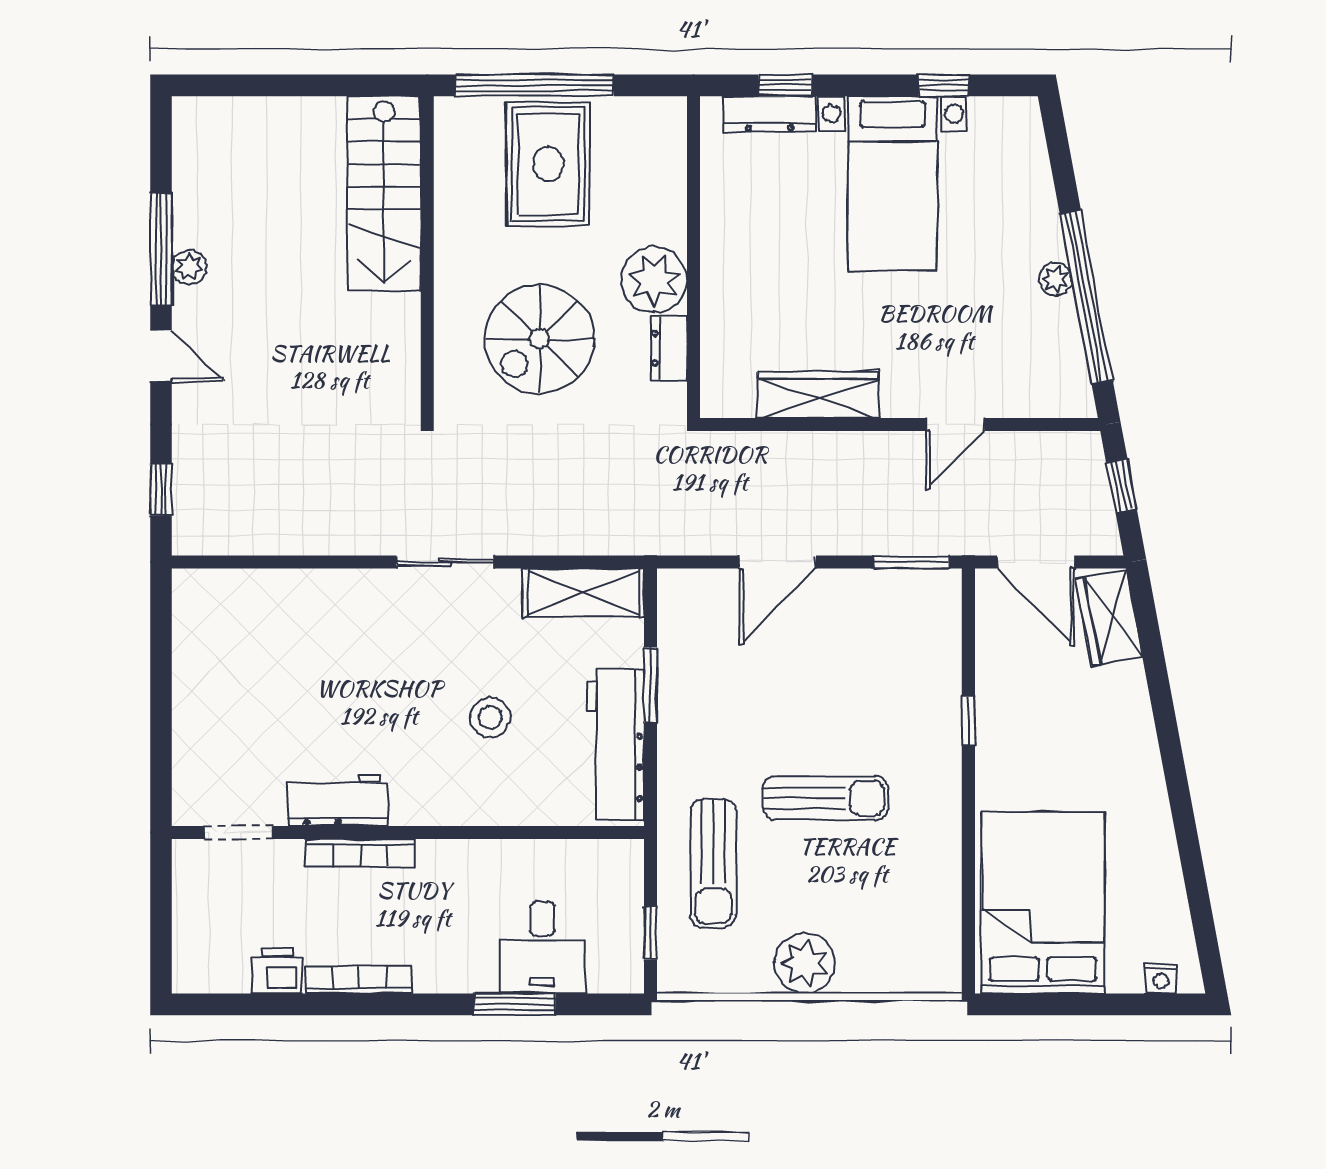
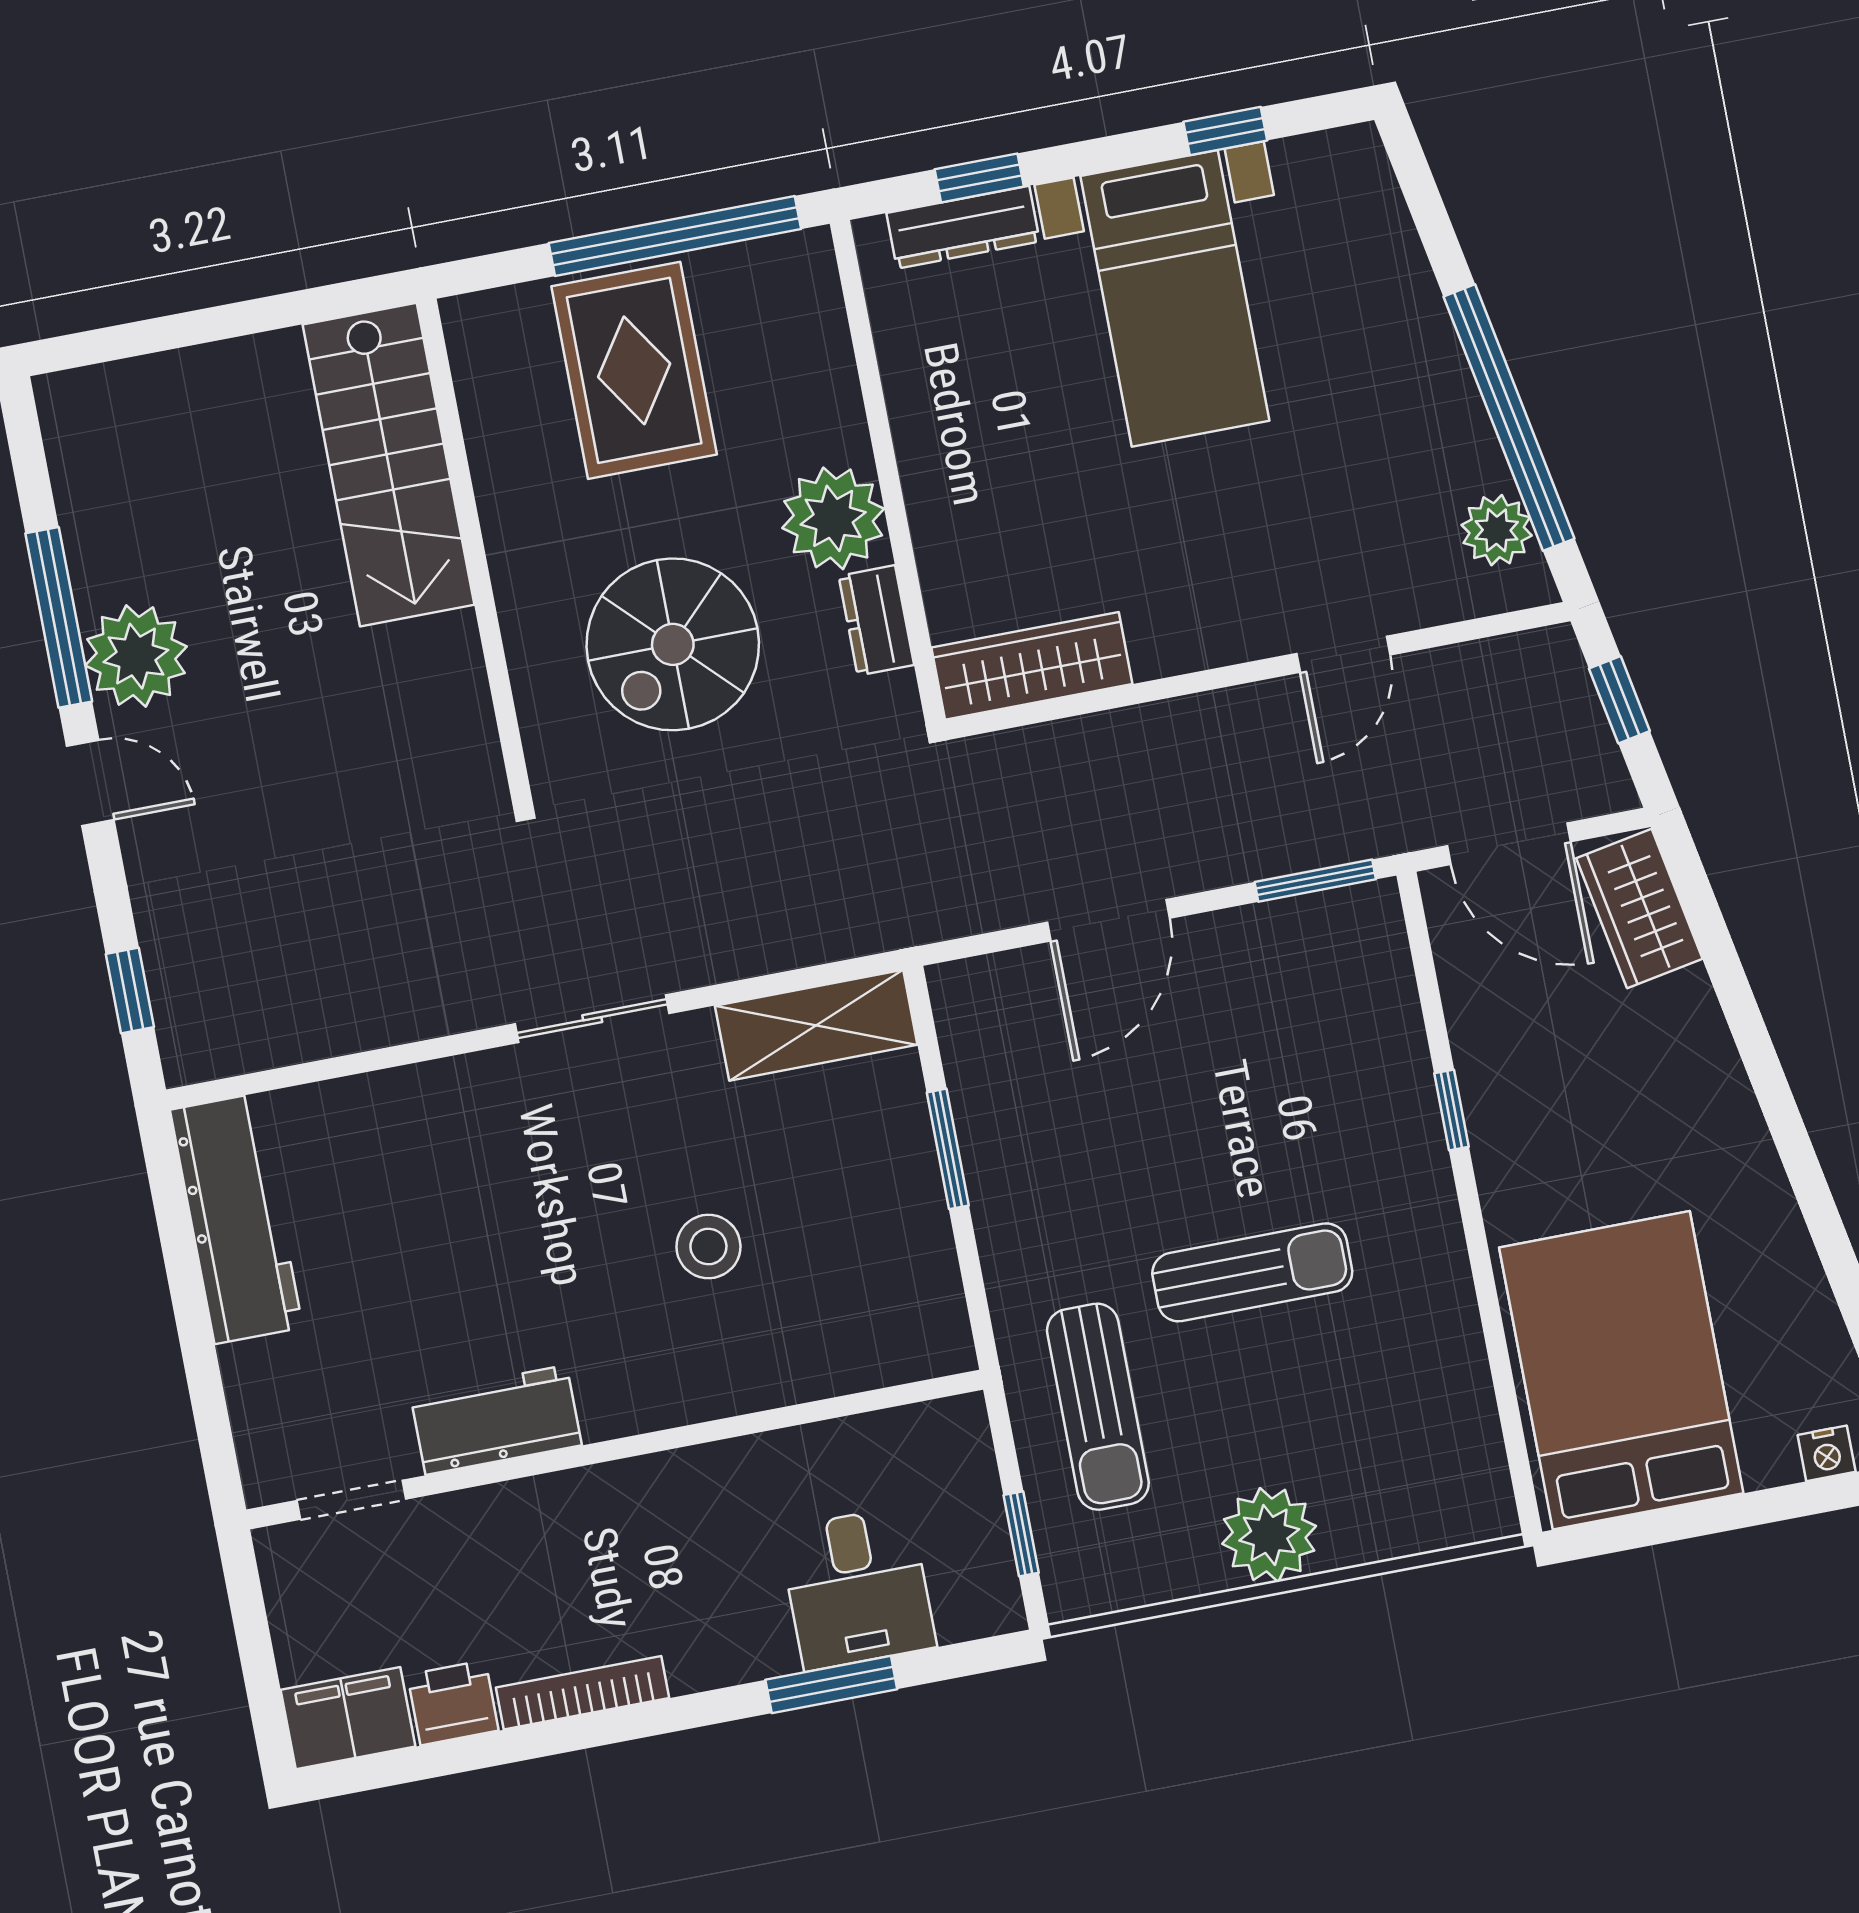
window: (535, 85) -> (675, 236), moved
plant: (189, 267) -> (136, 656), width x1.88, depth x1.88
plant: (1055, 279) -> (1497, 530), moved, width x1.38, depth x1.38
wardrobe: (818, 395) -> (1032, 666), moved
workbench: (616, 745) -> (236, 1219), moved, turned 180
bookcase: (360, 853) -> (547, 1495), removed
filing cabinet: (210, 968) -> (348, 1718), added

